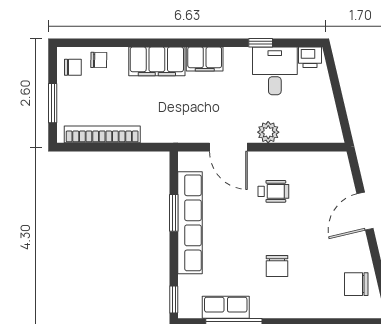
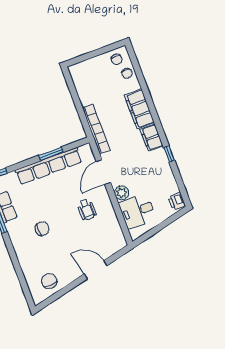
window: (261, 43) -> (169, 154), moved
desk: (275, 71) -> (137, 211), moved, turned 180
window: (53, 103) -> (90, 55), removed
bookcase: (102, 134) -> (96, 129), moved
chair: (277, 266) -> (42, 229), turned 180

